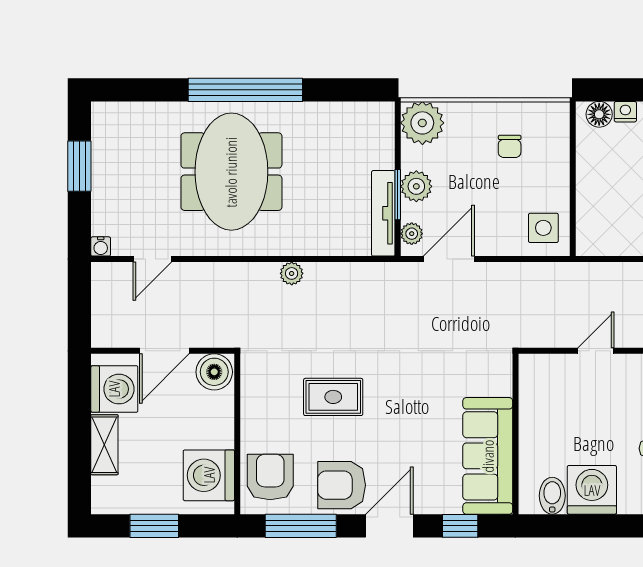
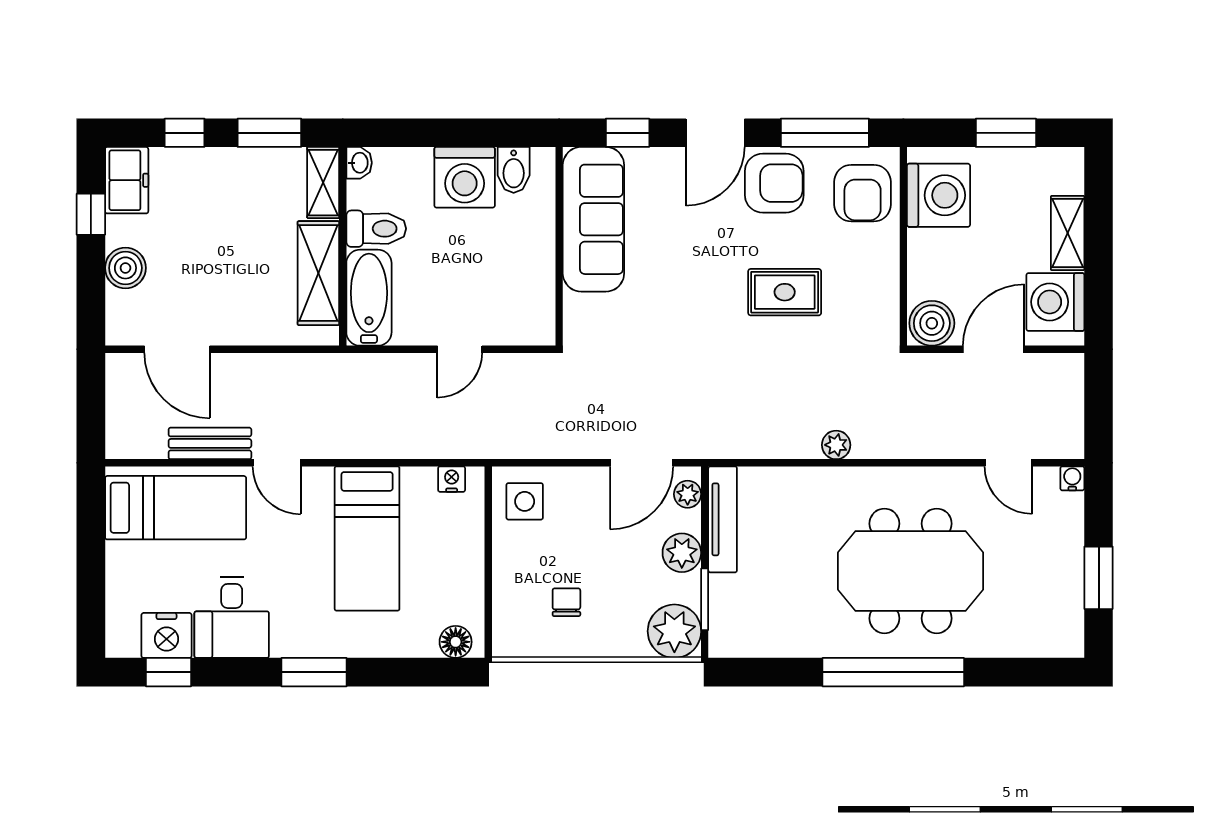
nightstand: (625, 112) -> (452, 479), moved, turned 180
meeting table: (231, 172) -> (911, 571), turned 90
window: (398, 195) -> (705, 599), moved
door: (152, 259) -> (1008, 463), swing flipped

